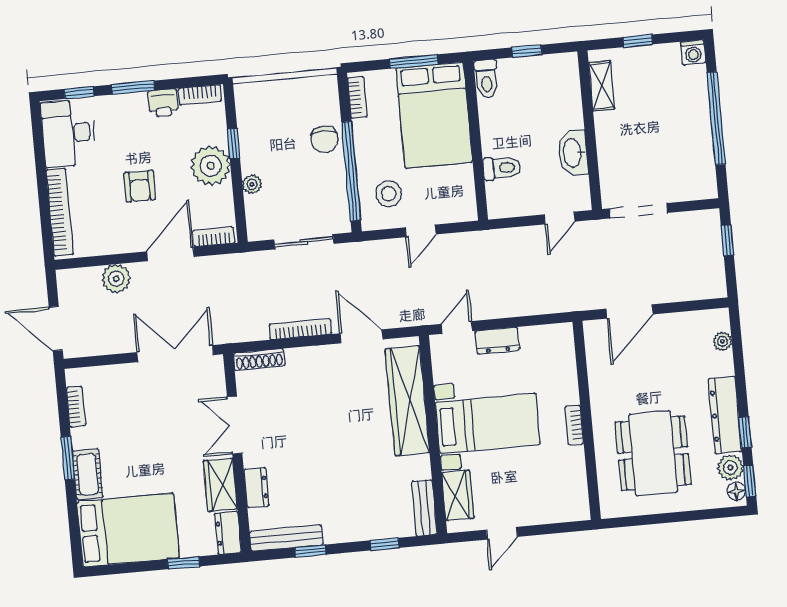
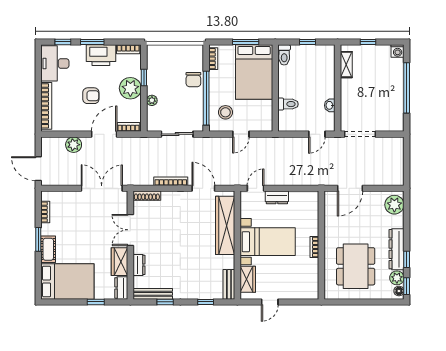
printer: (163, 103) -> (101, 55), width x1.87, depth x1.48
washbasin: (573, 153) -> (330, 105), width x0.52, depth x0.69
armchair: (140, 186) -> (91, 96), turned -90
window: (727, 240) -> (407, 155), removed
plant: (722, 341) -> (394, 205), width x1.87, depth x1.87

